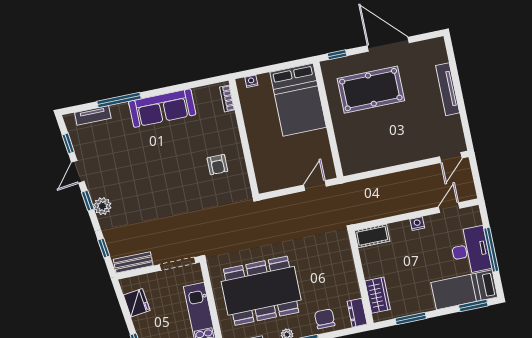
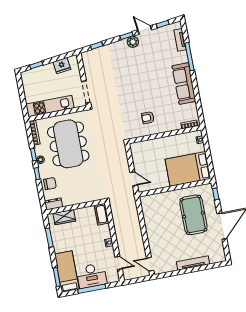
plant: (102, 206) -> (133, 42), moved
bench: (133, 262) -> (87, 64), removed

